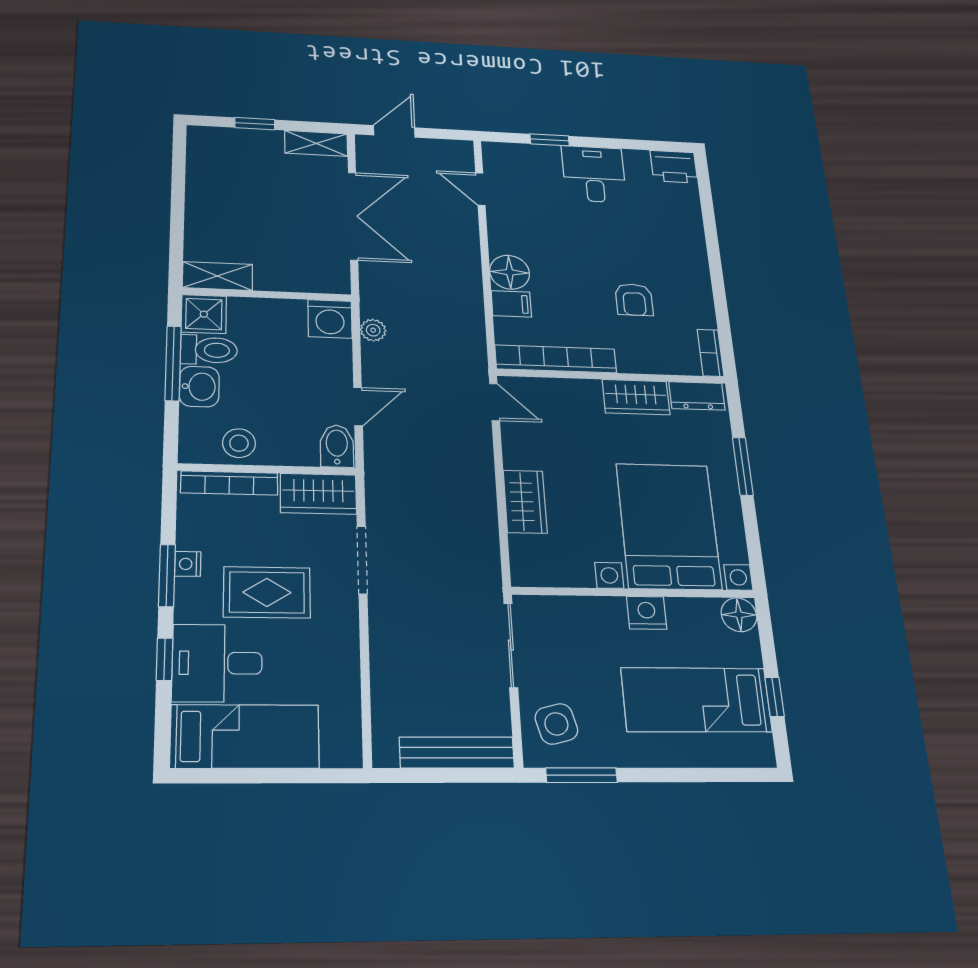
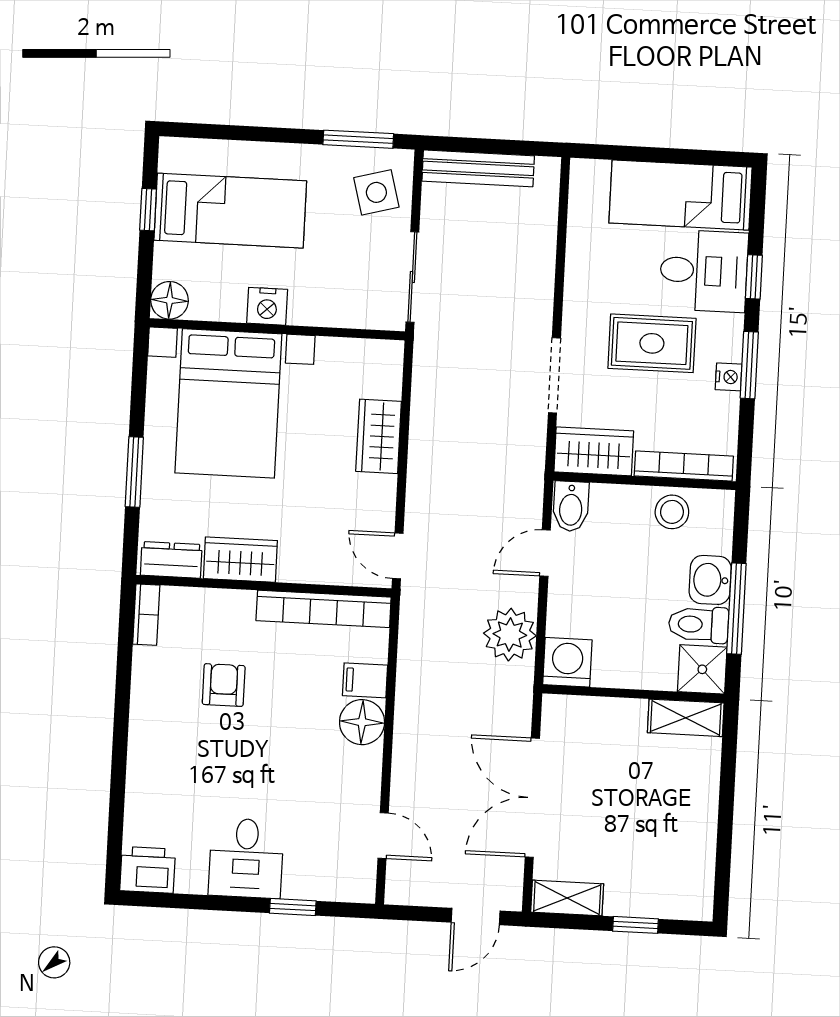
plant: (373, 330) -> (510, 635), width x1.88, depth x1.88

